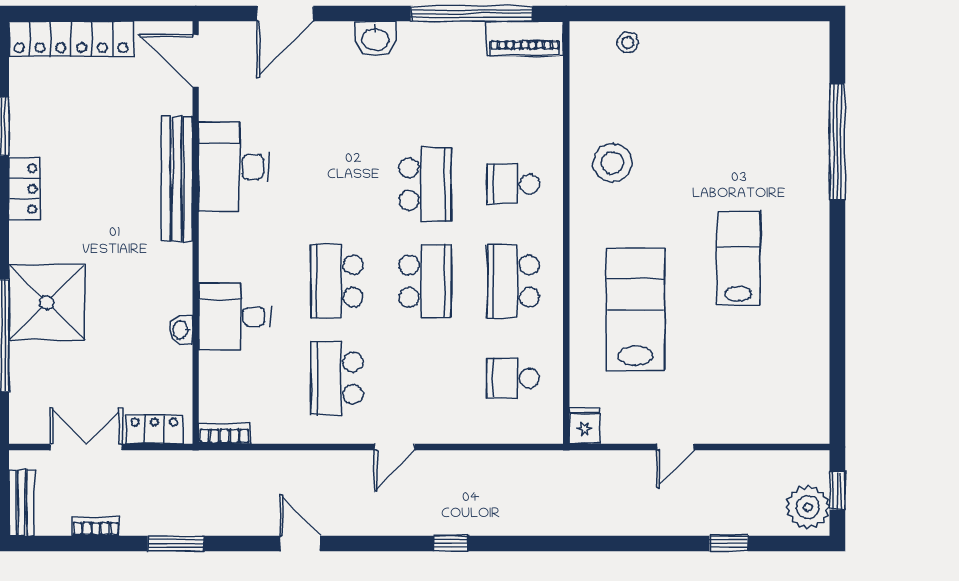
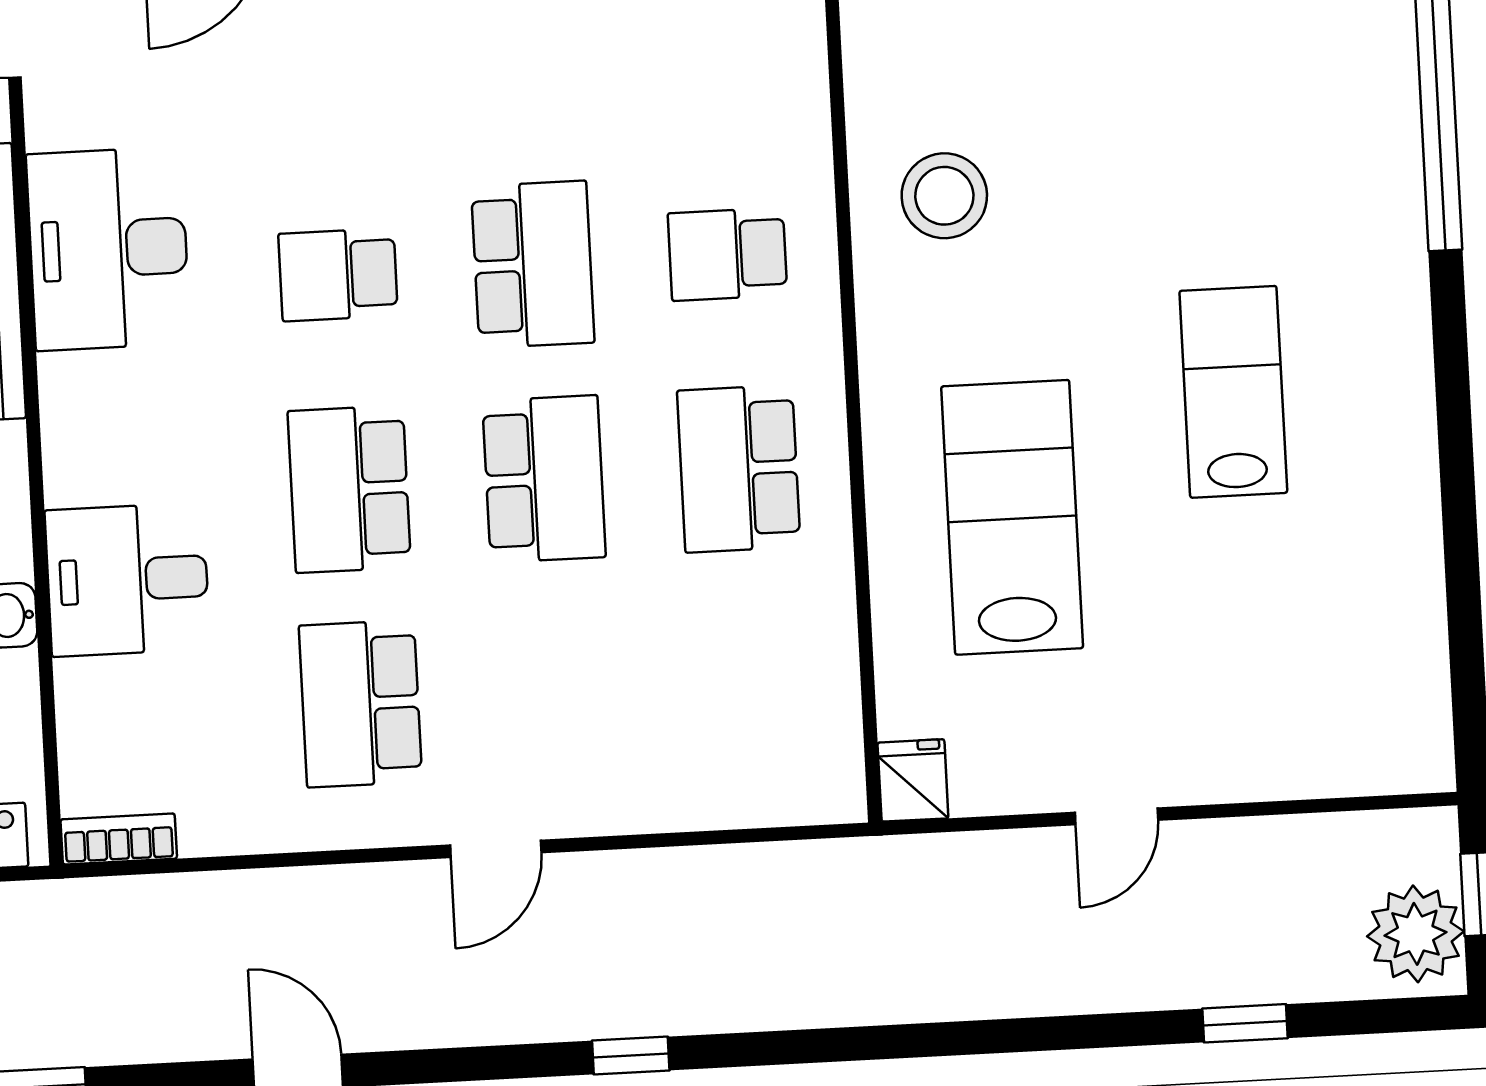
school desk: (513, 378) -> (338, 275), moved

